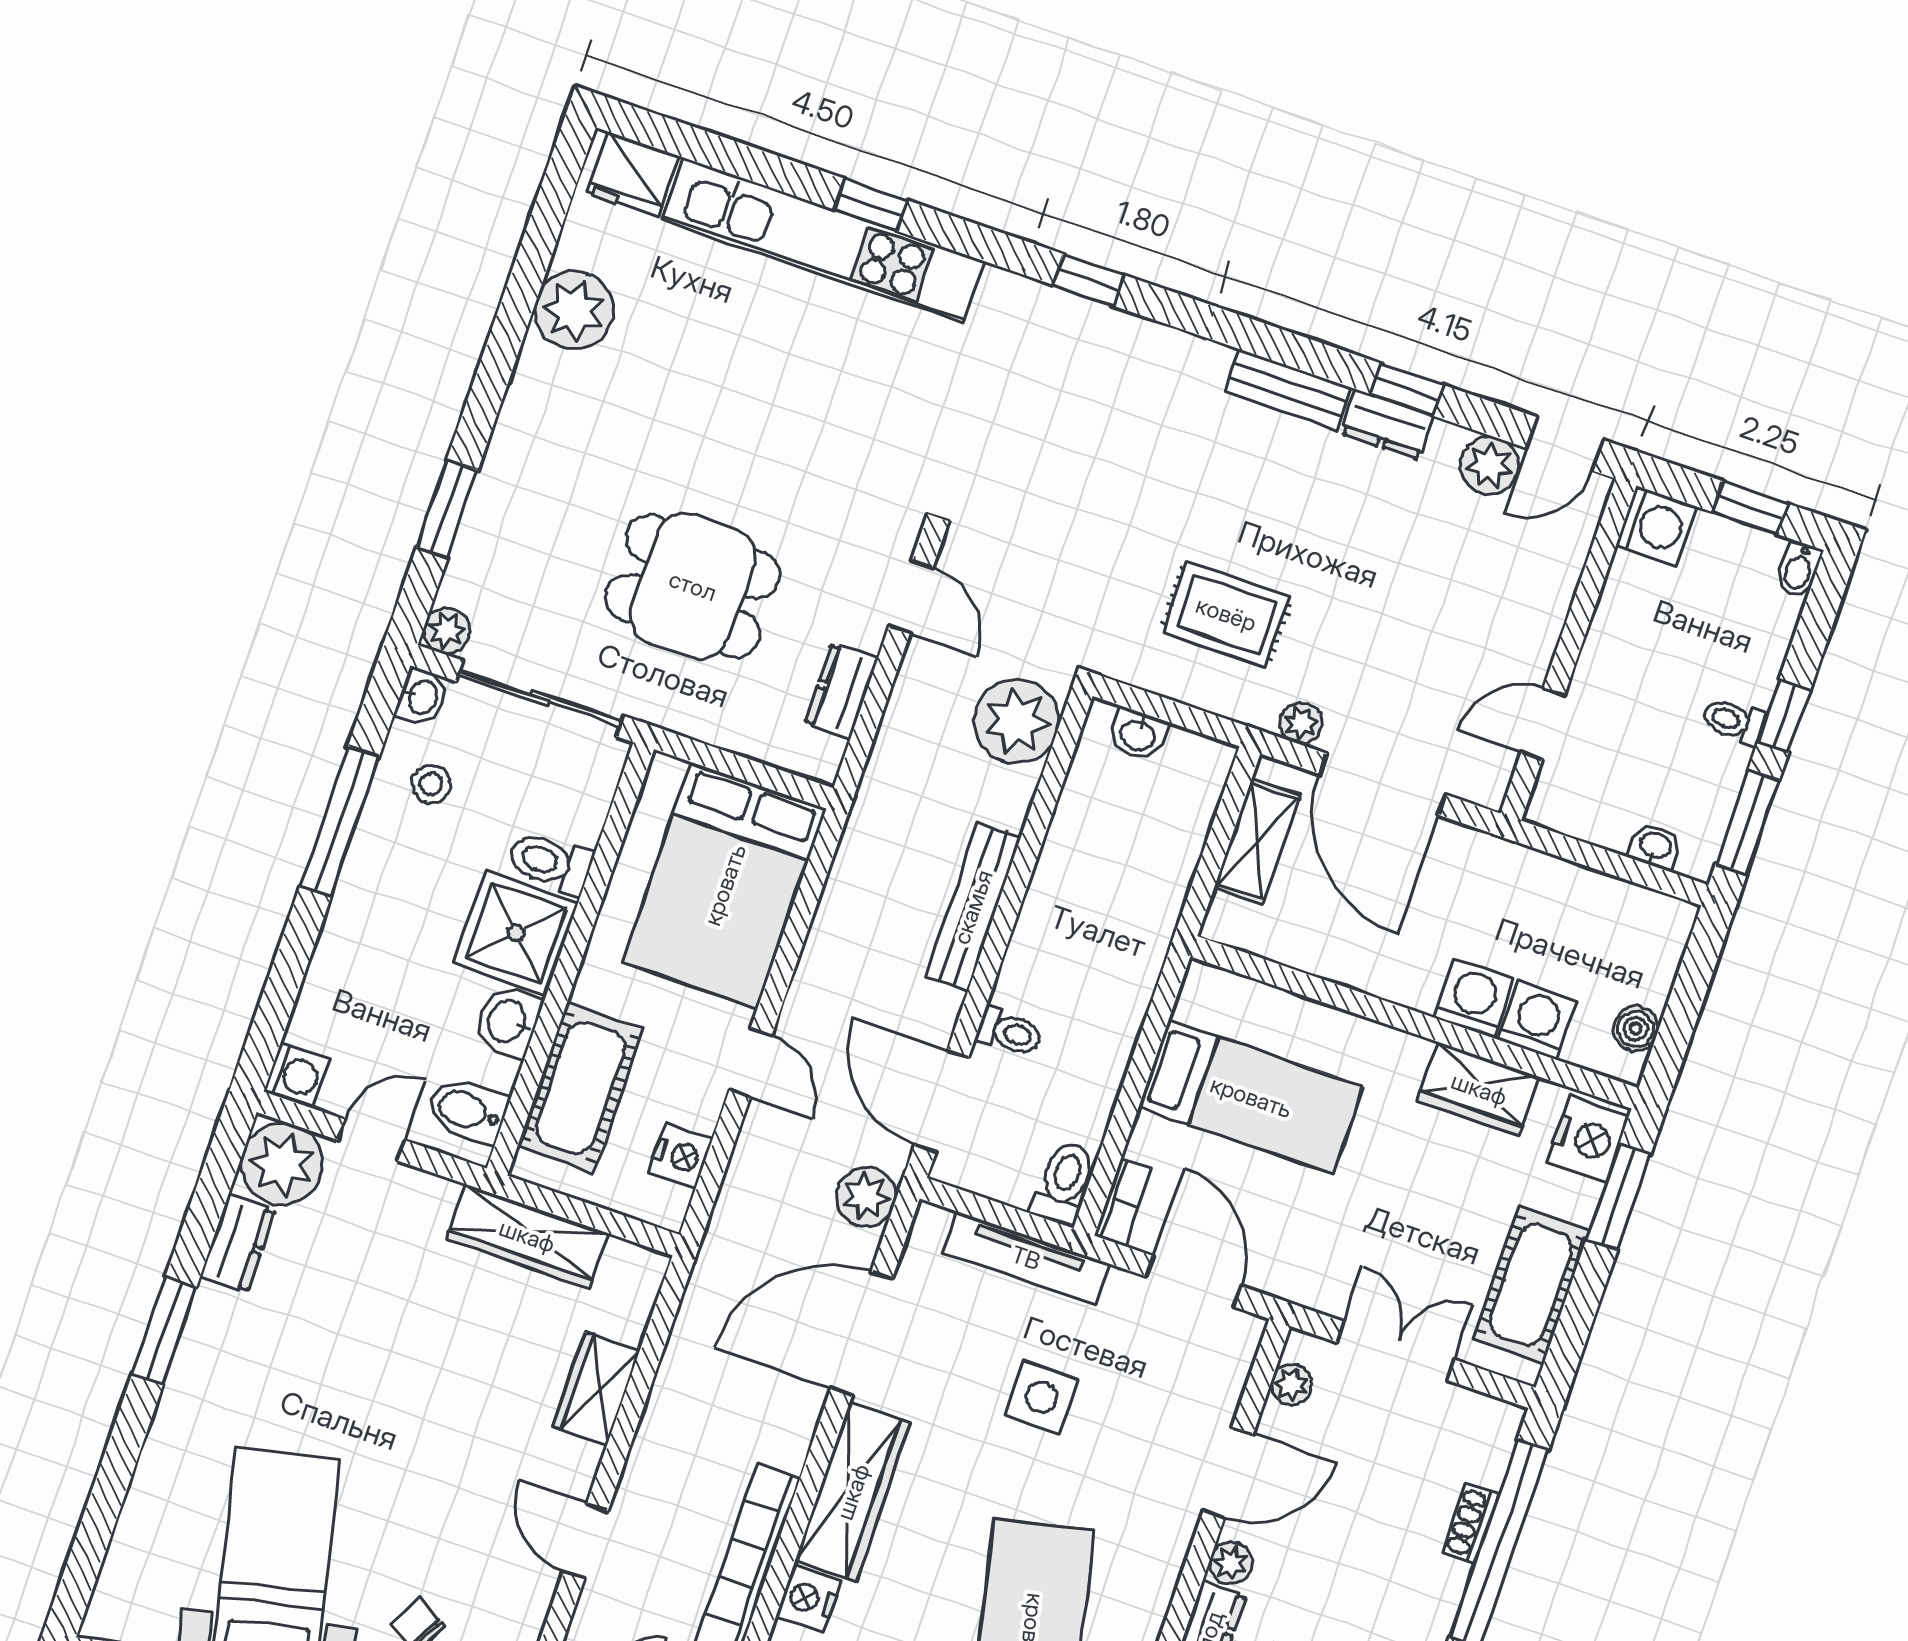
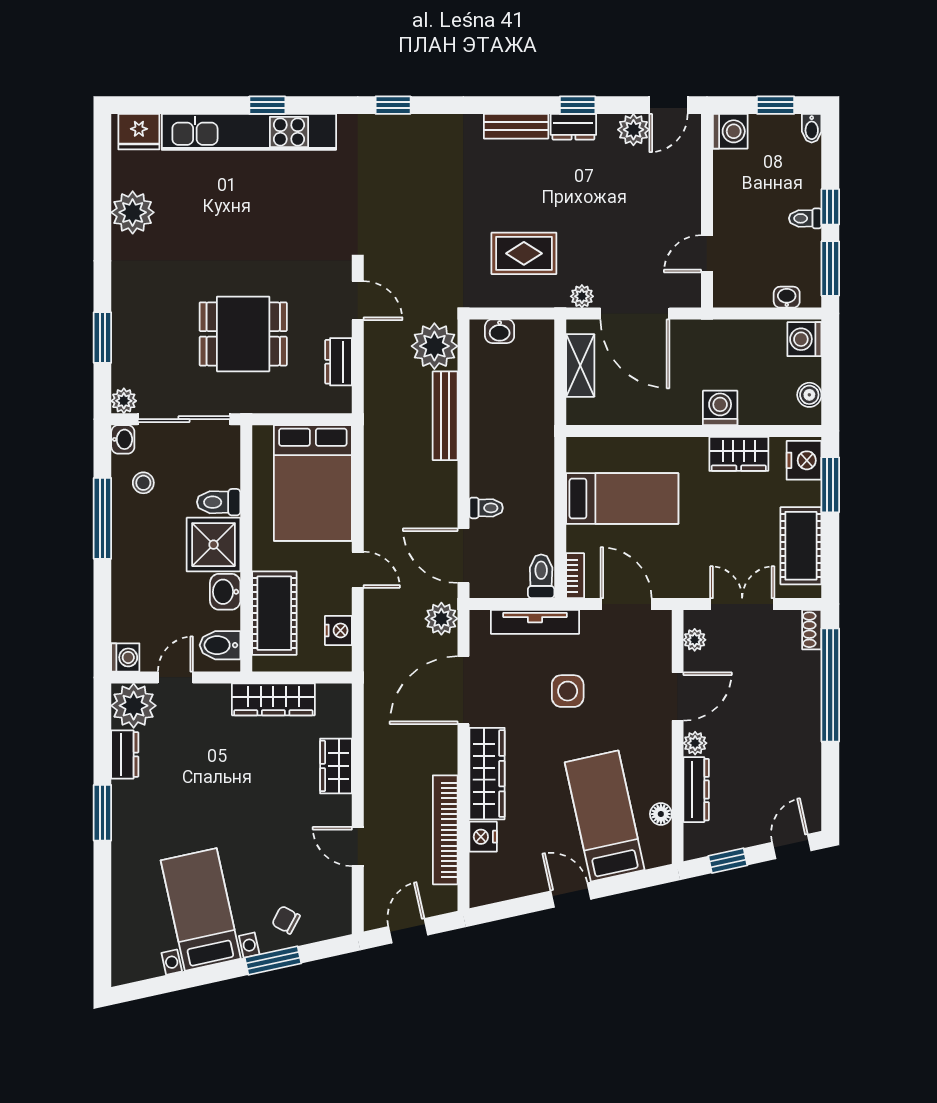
bench: (973, 907) -> (445, 416), moved
washing machine: (1537, 1020) -> (804, 339), moved, turned -90
shoe rack: (1470, 1523) -> (812, 630), moved

